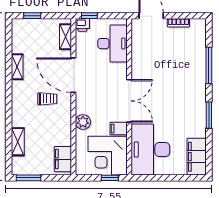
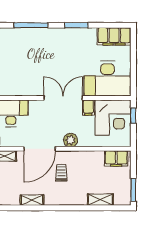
plant: (83, 122) -> (70, 140), moved

